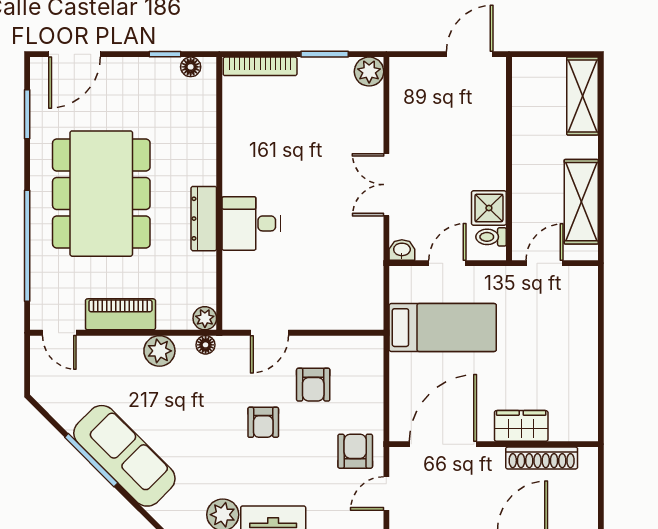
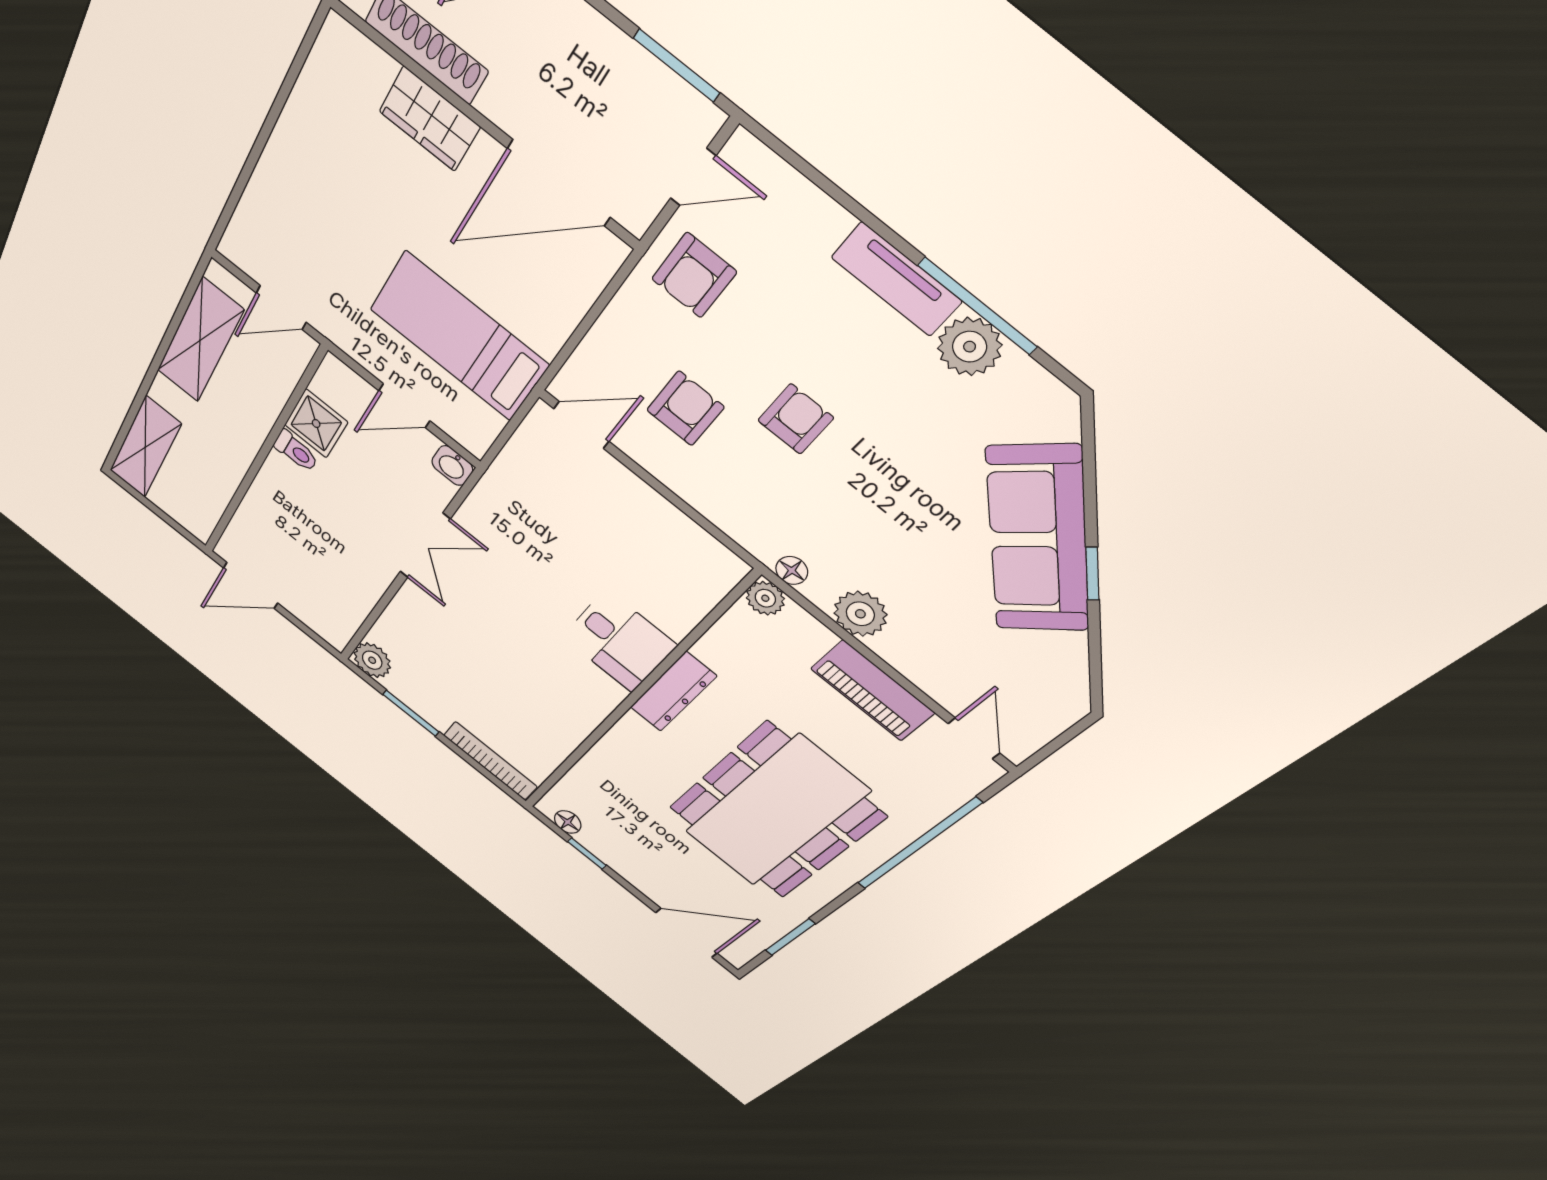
toilet: (491, 237) -> (296, 451), moved
door: (270, 333) -> (581, 425), moved
window: (91, 460) -> (1092, 574), width x0.46

